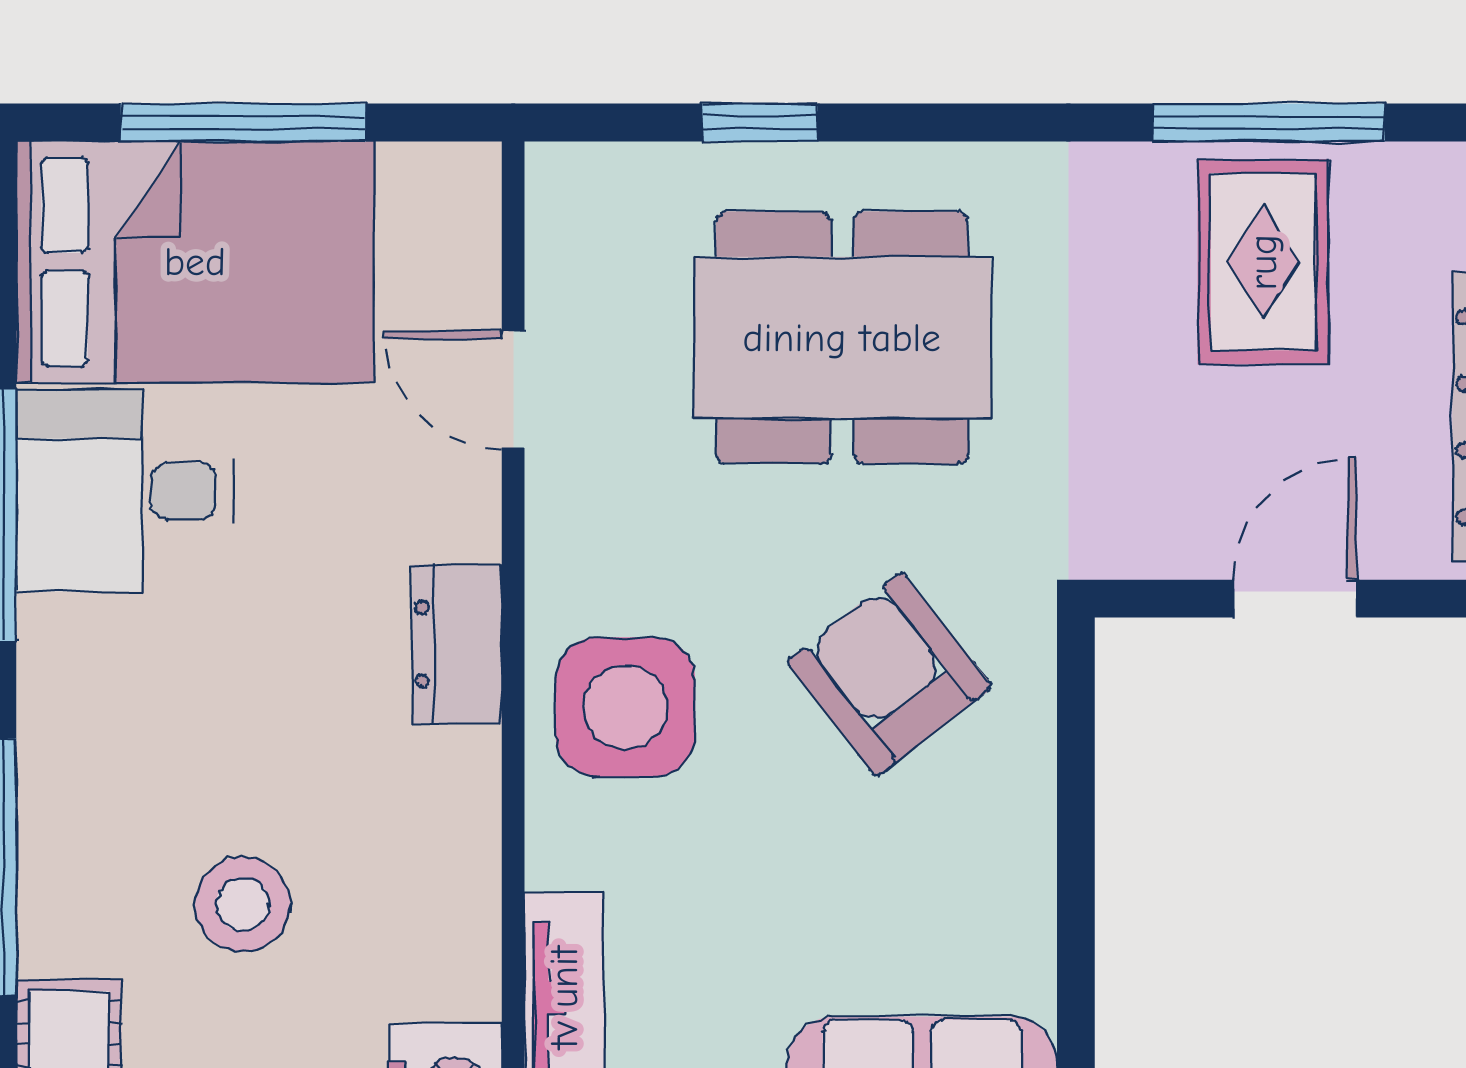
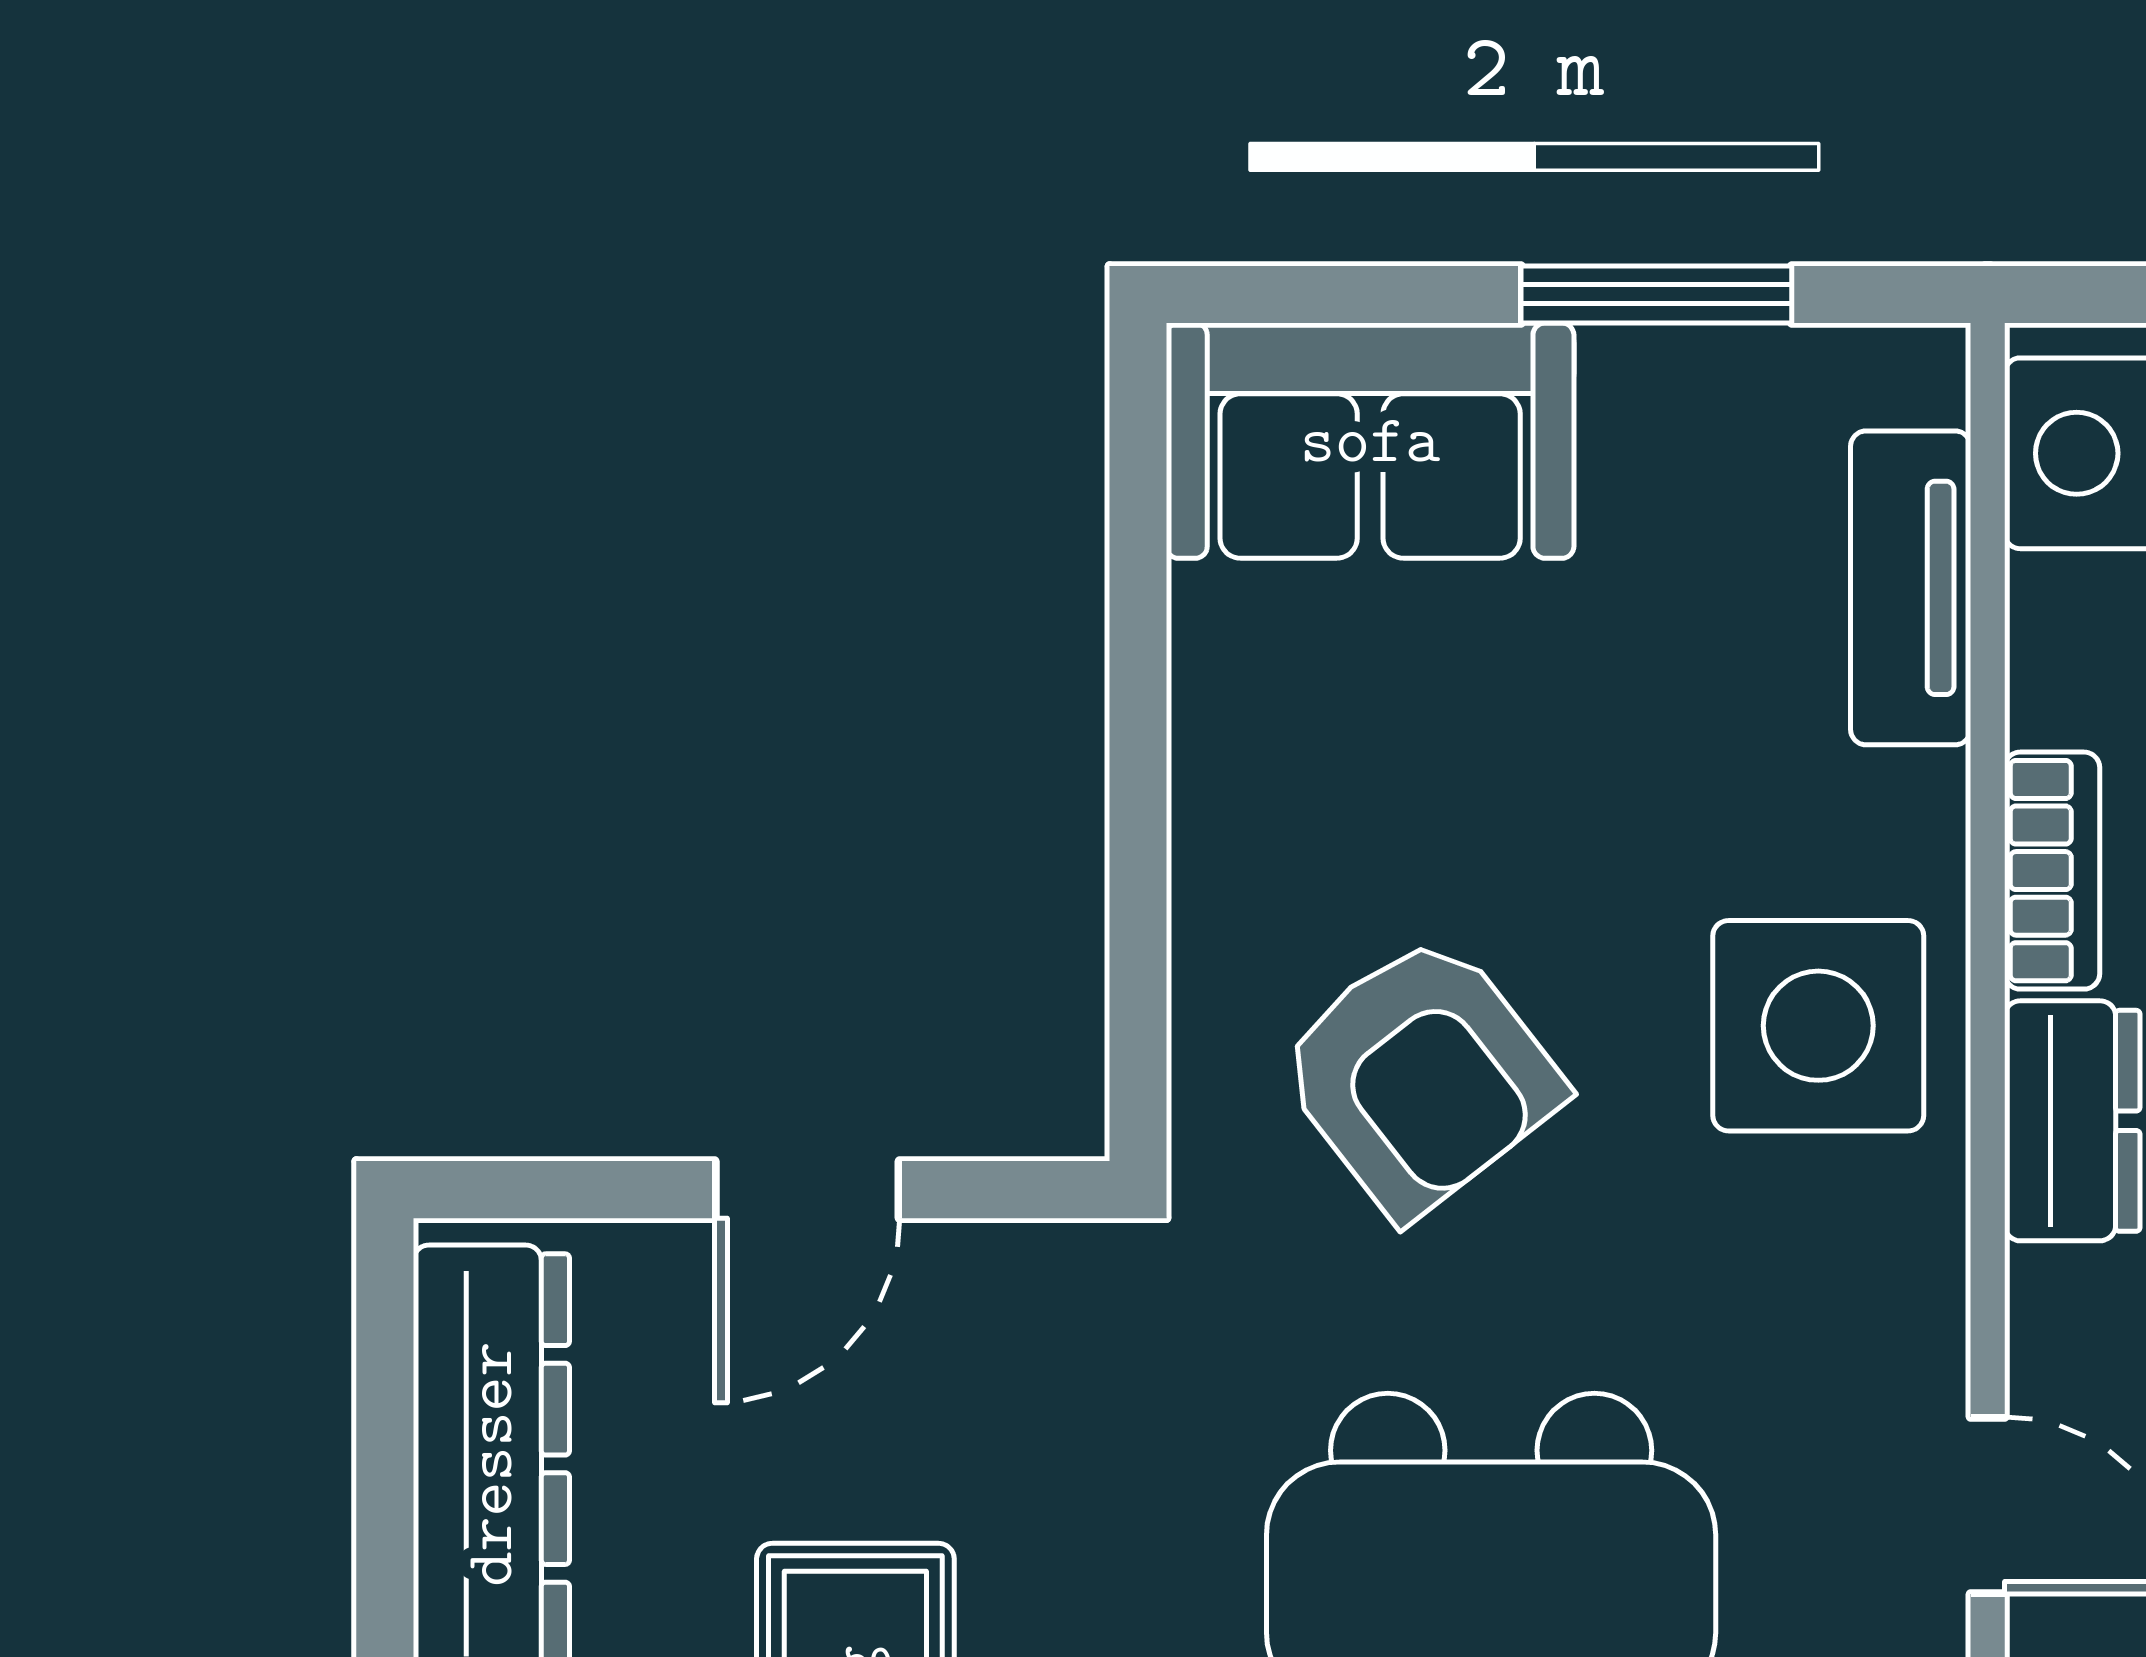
bookcase: (470, 810) -> (2052, 871), added

